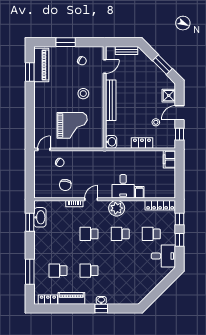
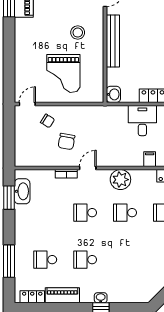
grand piano: (72, 125) -> (63, 73), turned 90
chair: (65, 185) -> (66, 141), moved
desk: (123, 186) -> (142, 121), moved, turned 180

